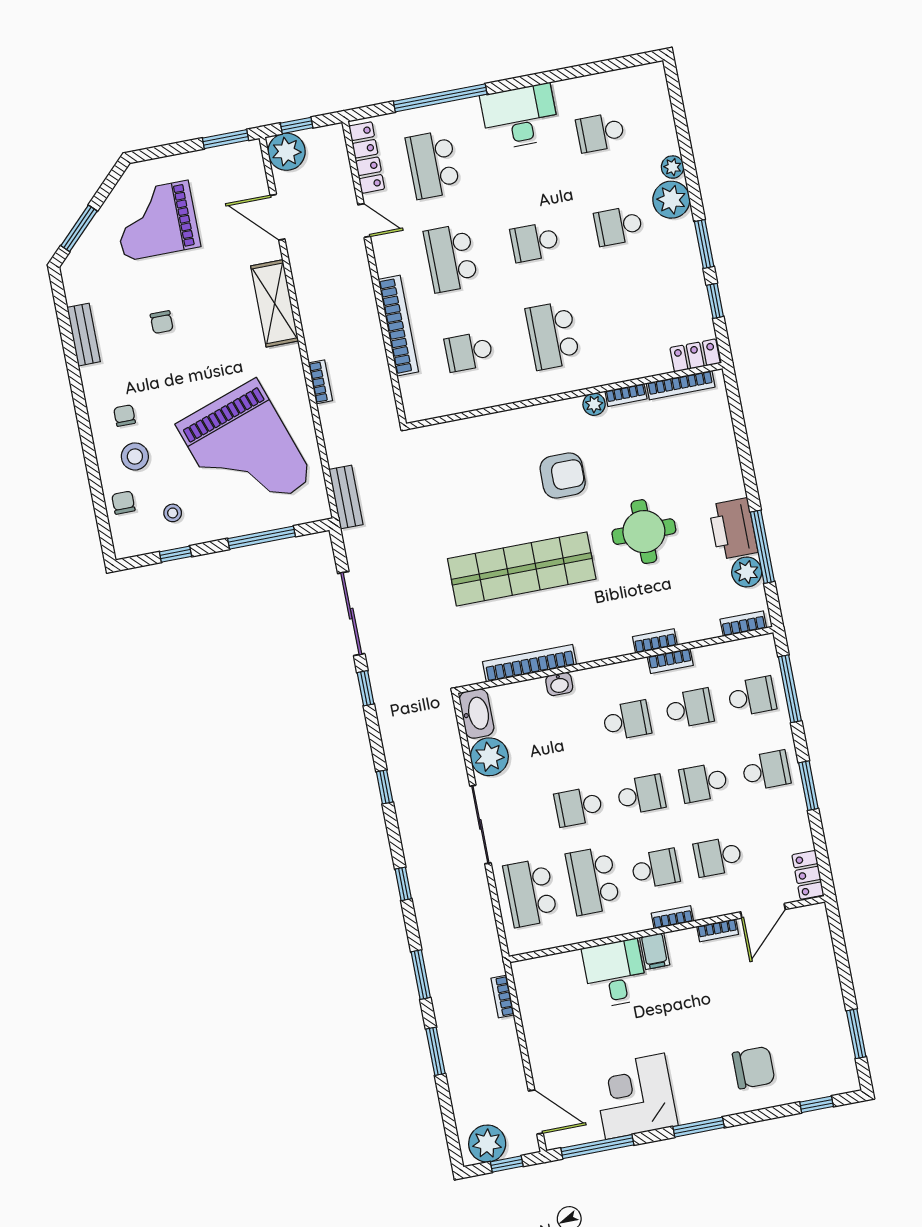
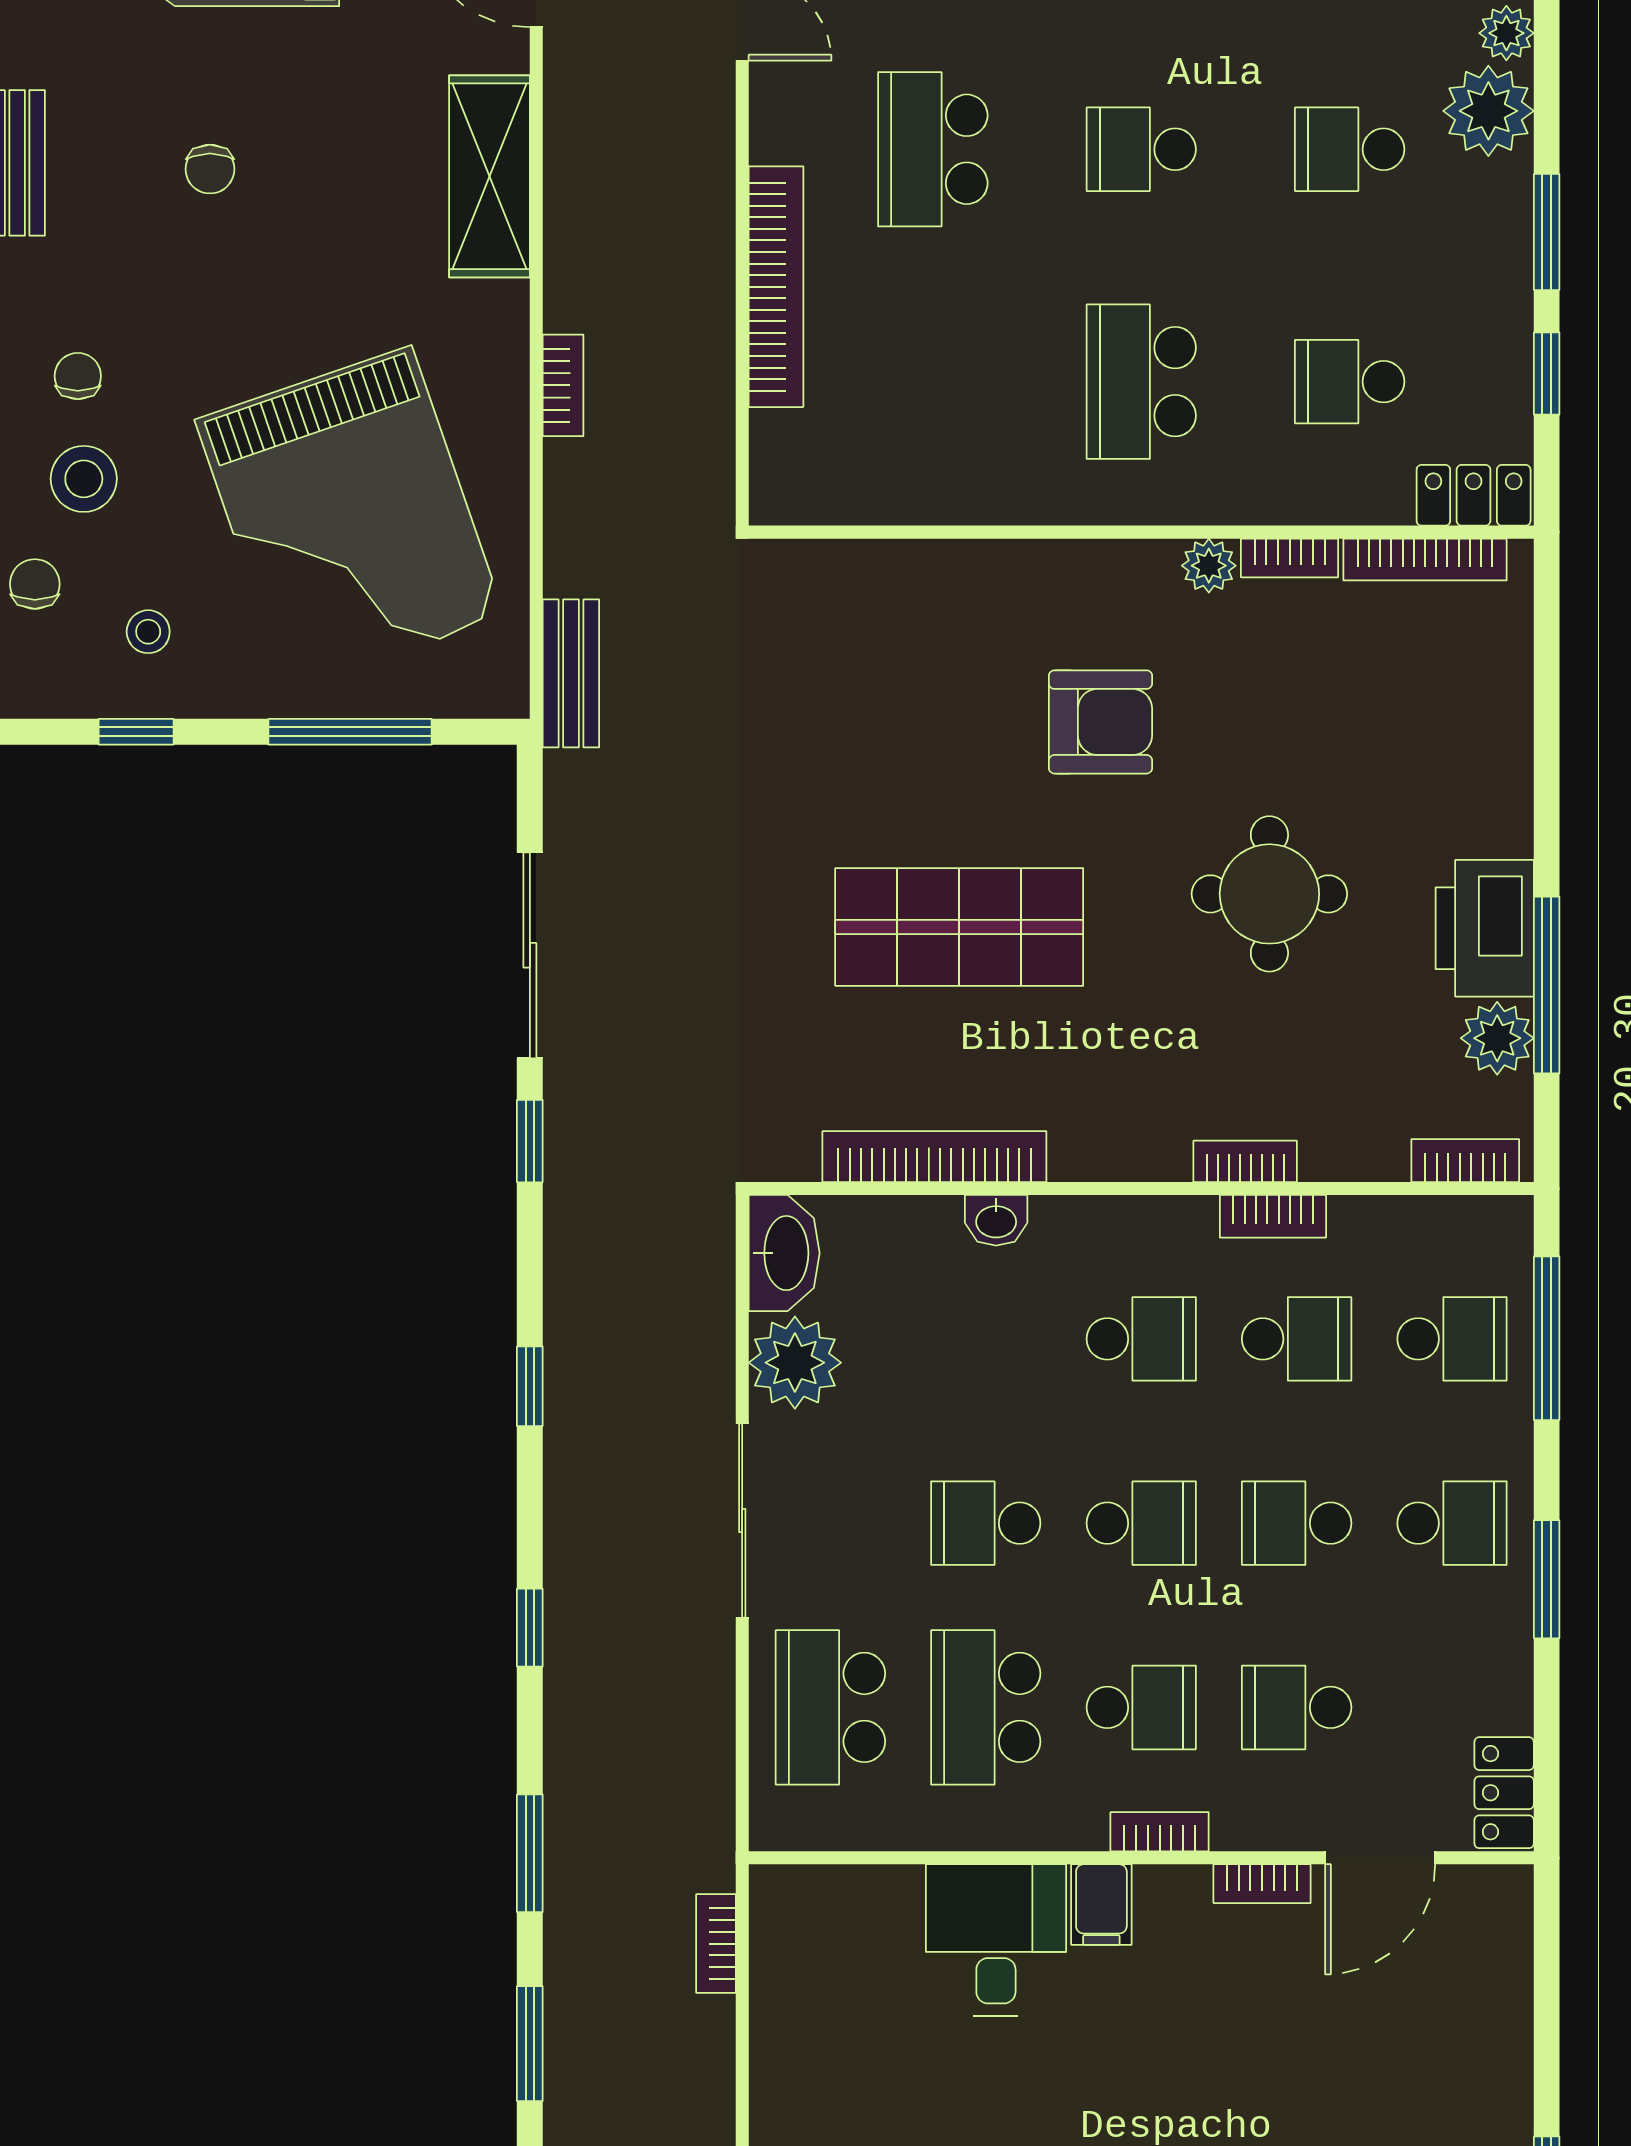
school desk: (469, 352) -> (1350, 382), moved
shop shelf: (522, 569) -> (959, 927), width x0.71

